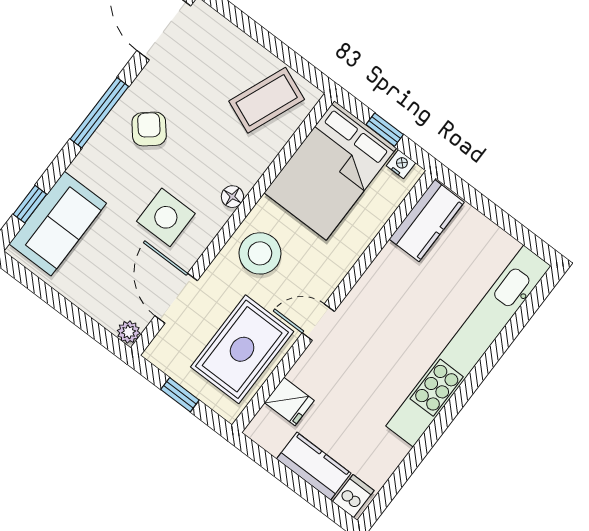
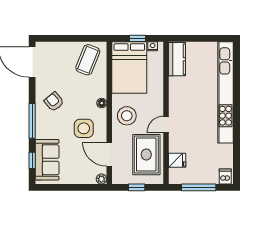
window: (99, 113) -> (32, 121), moved
kitchen counter: (314, 466) -> (203, 177), removed
window: (291, 479) -> (199, 187), added

